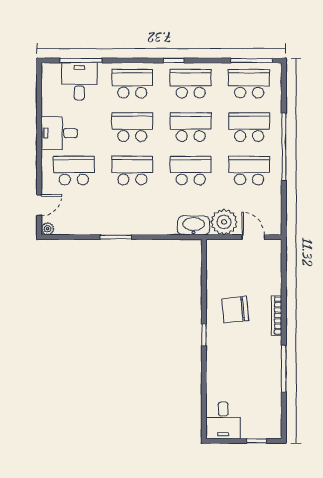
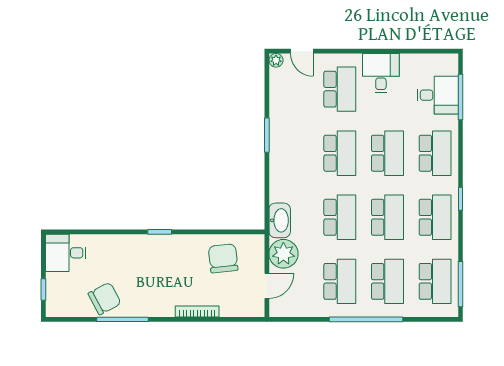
chair: (235, 310) -> (223, 258), moved
bookcase: (277, 316) -> (197, 312), moved
chair: (265, 385) -> (105, 298), added

